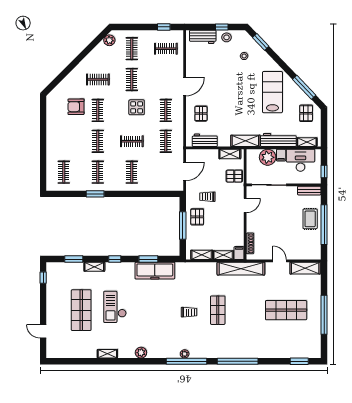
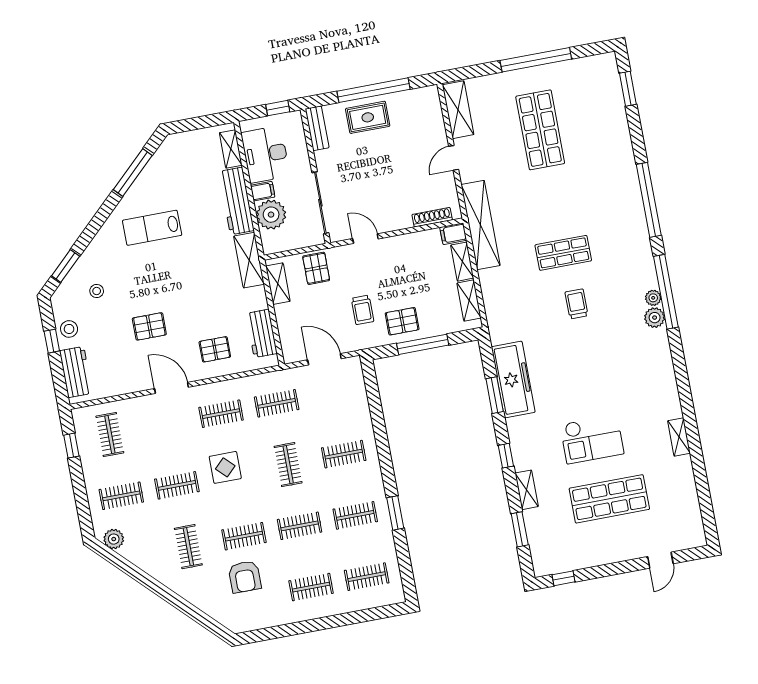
lab bench: (272, 92) -> (152, 228), width x0.73, depth x0.72
pallet: (306, 113) -> (149, 326), moved
clothes rail: (64, 141) -> (311, 587), added
plant: (141, 353) -> (655, 318), moved

